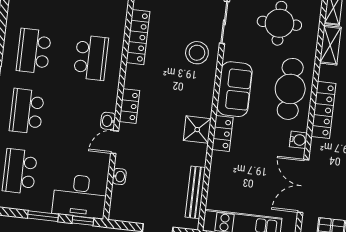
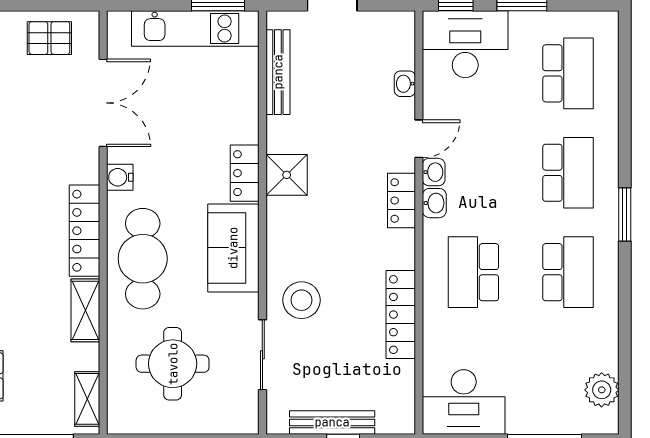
shelving: (330, 45) -> (85, 310), moved
washbasin: (110, 102) -> (434, 203), added

